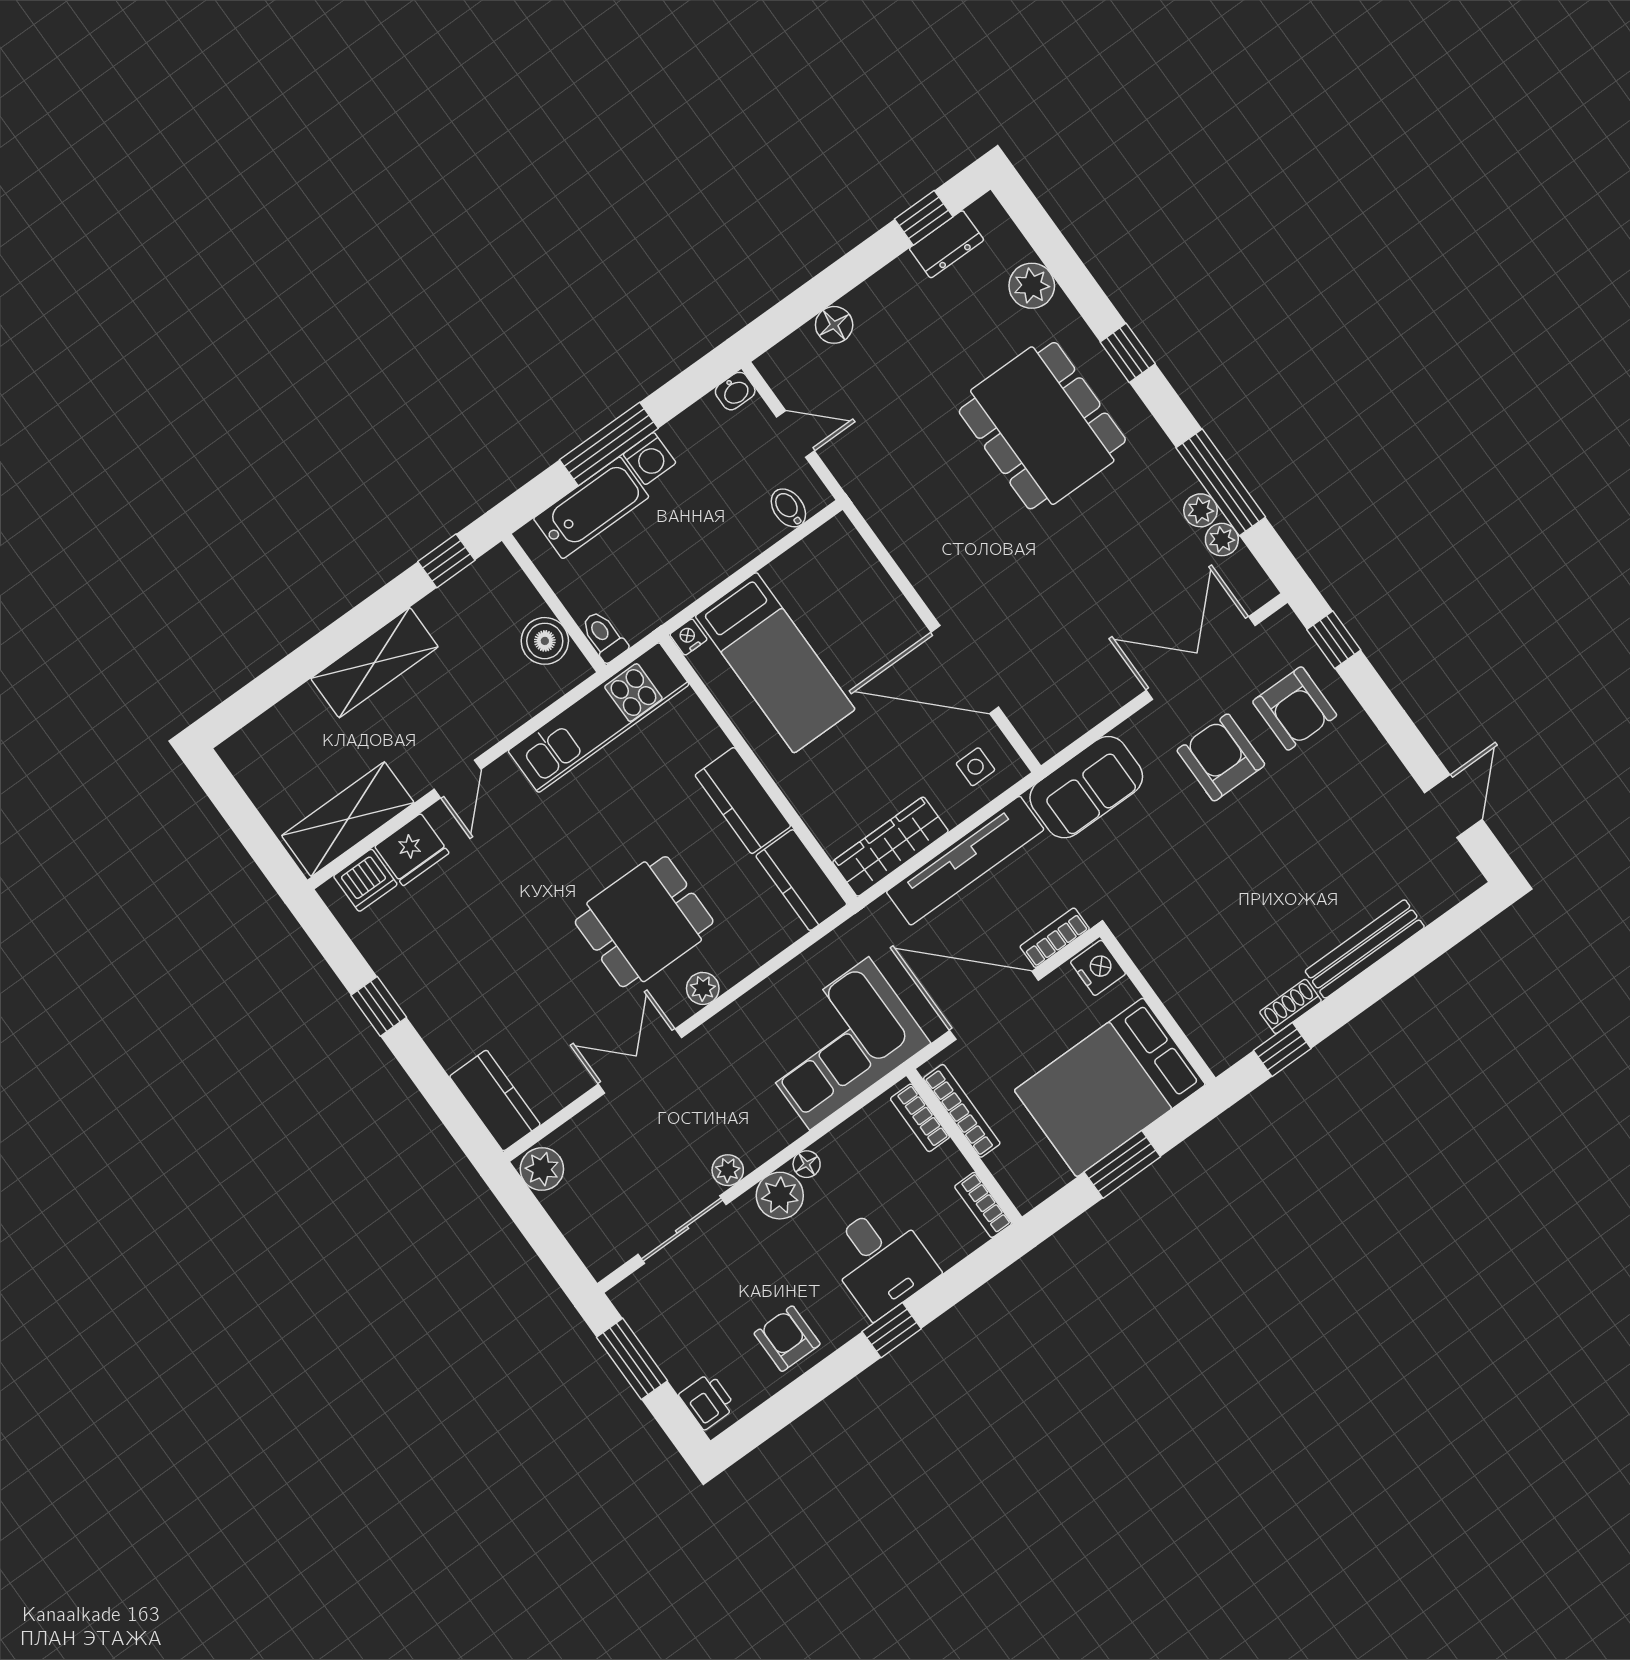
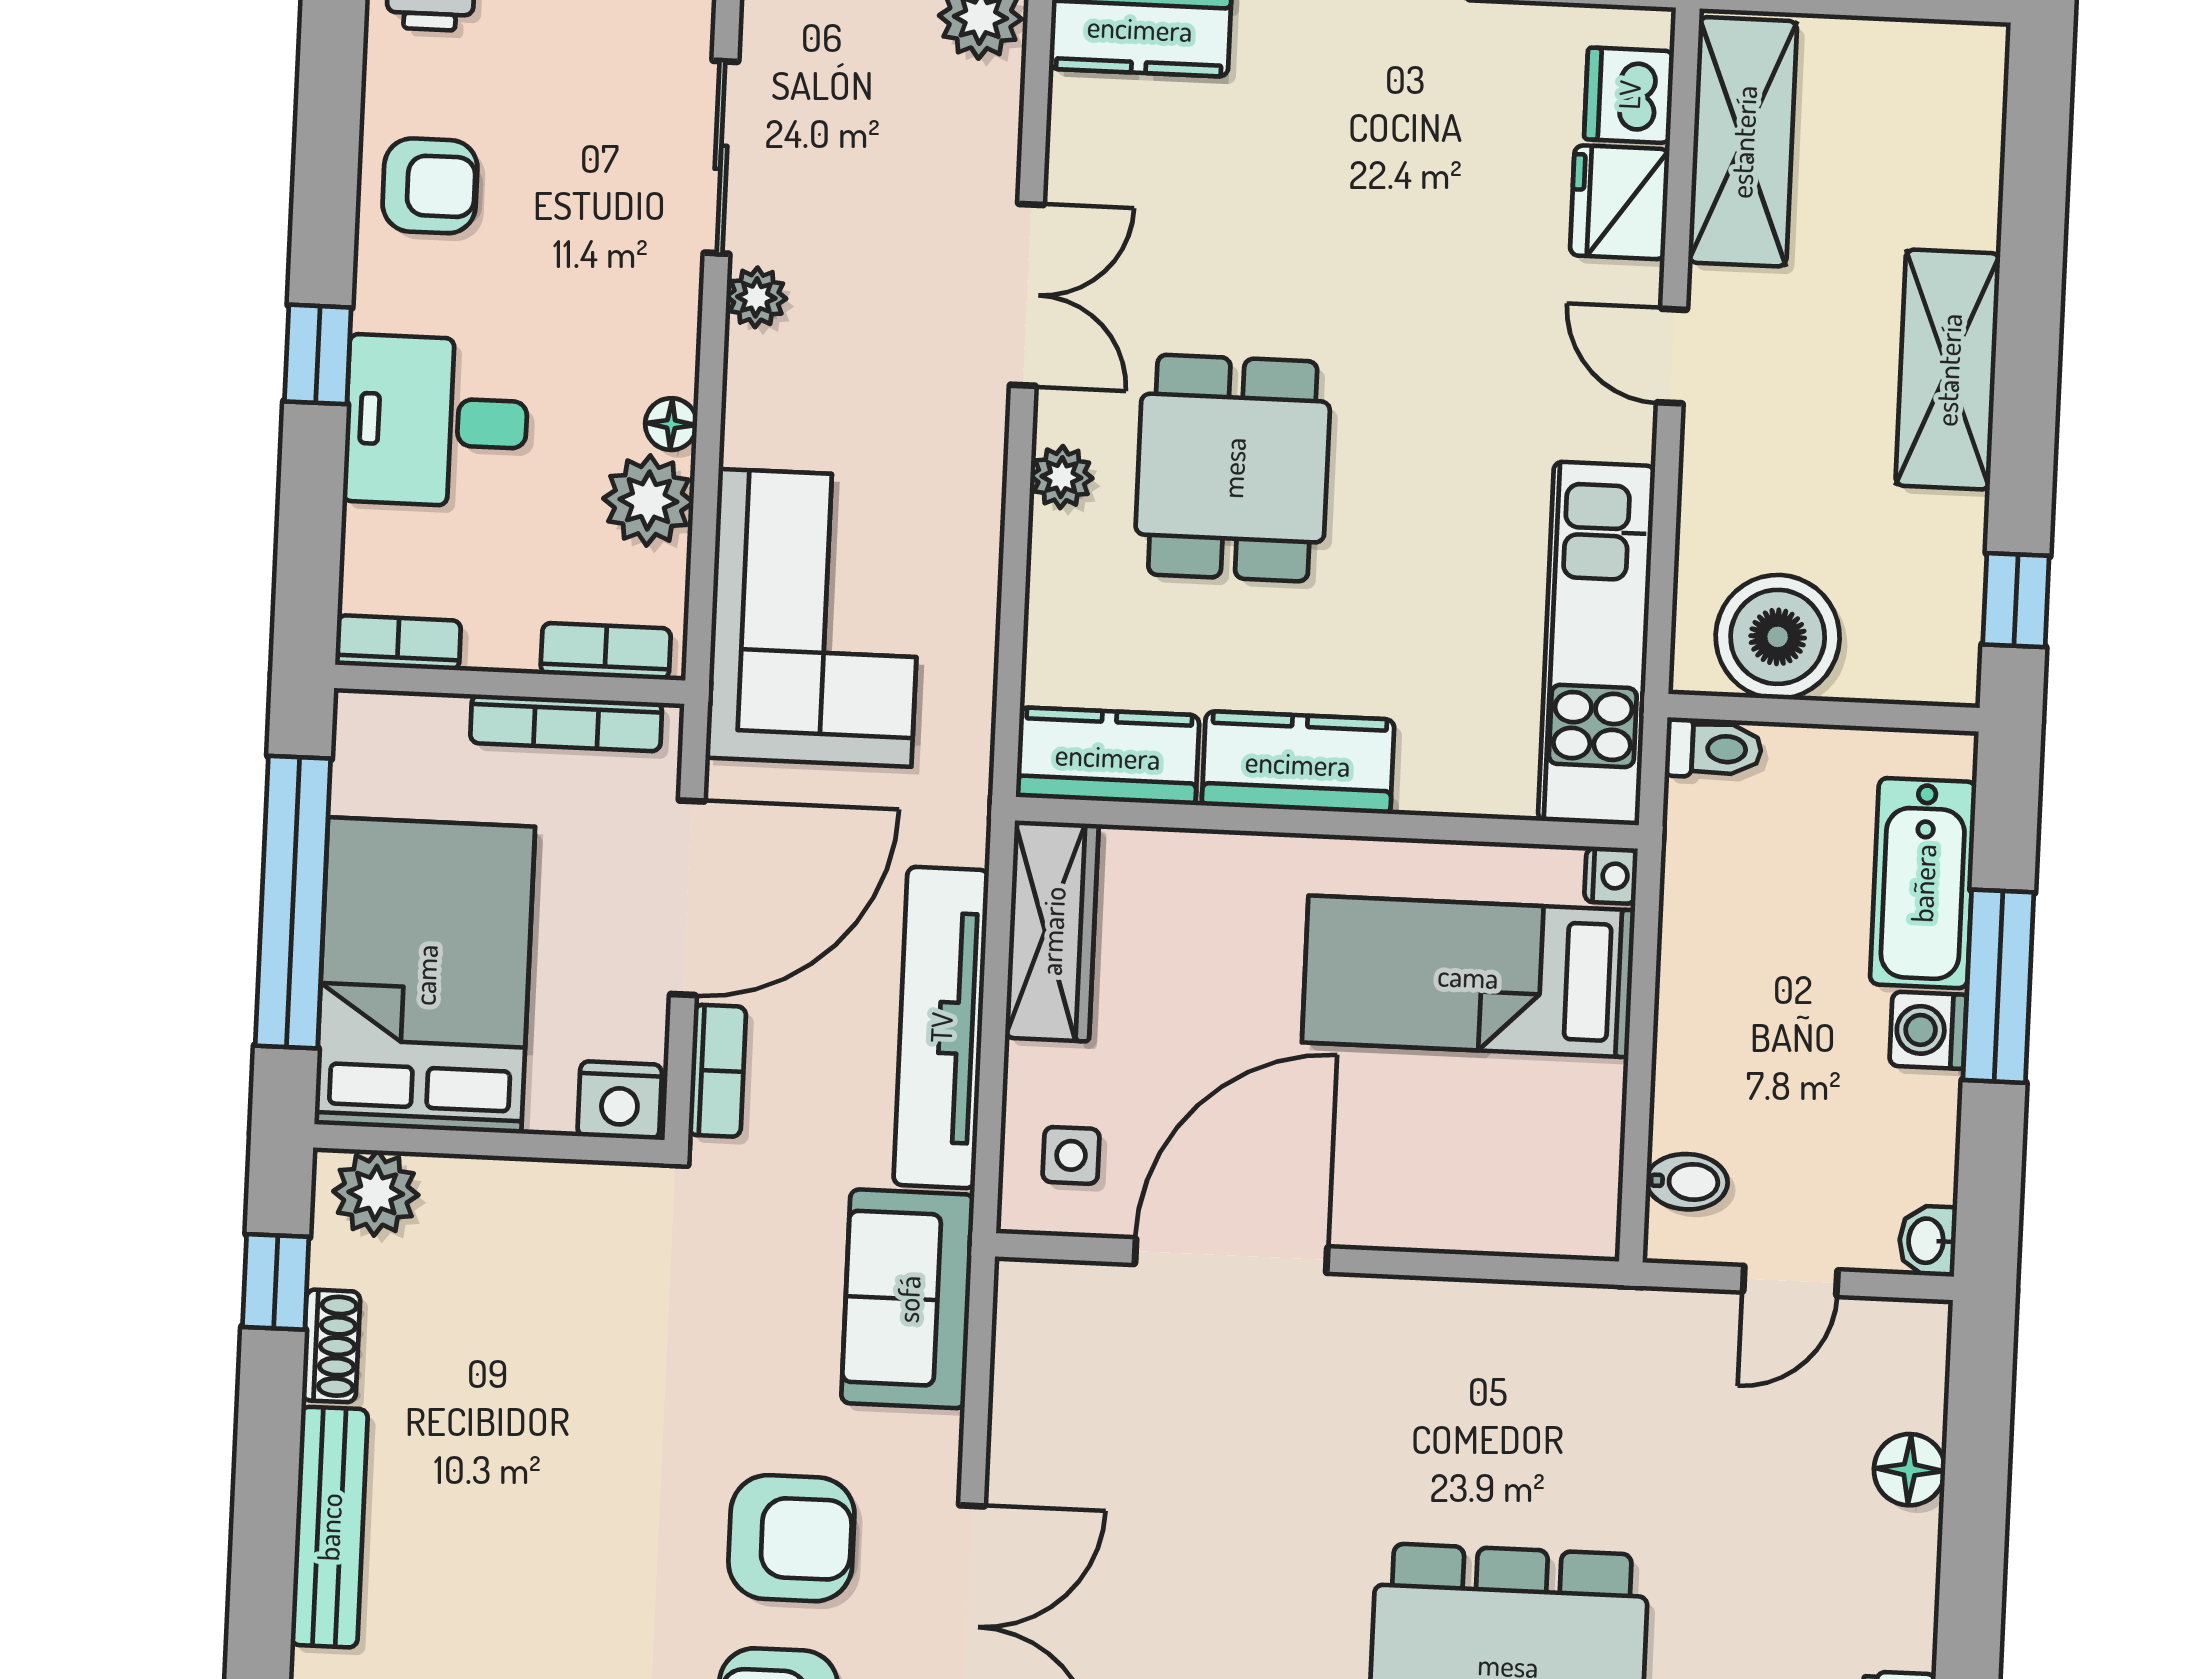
boiler: (545, 641) -> (1778, 637), width x1.37, depth x1.37
plant: (1214, 1037) -> (376, 1193), added
window: (1122, 1164) -> (293, 902), width x2.11
plant: (780, 1196) -> (648, 501), moved

